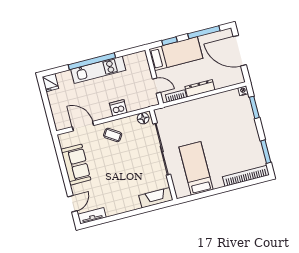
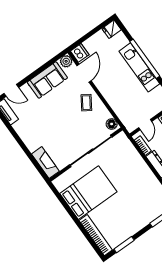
dishwasher: (118, 108) -> (80, 53), moved
plant: (65, 139) -> (66, 61), added
bed: (196, 168) -> (88, 193), width x1.50

